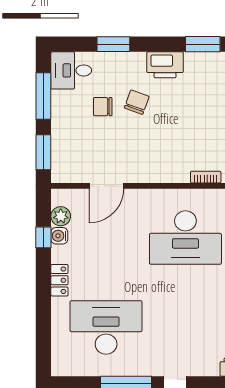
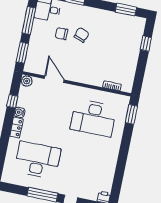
printer: (165, 65) -> (102, 17), removed
door: (106, 186) -> (54, 79), swing flipped
plant: (61, 216) -> (27, 81), moved
water cooler: (59, 236) -> (19, 112), moved

